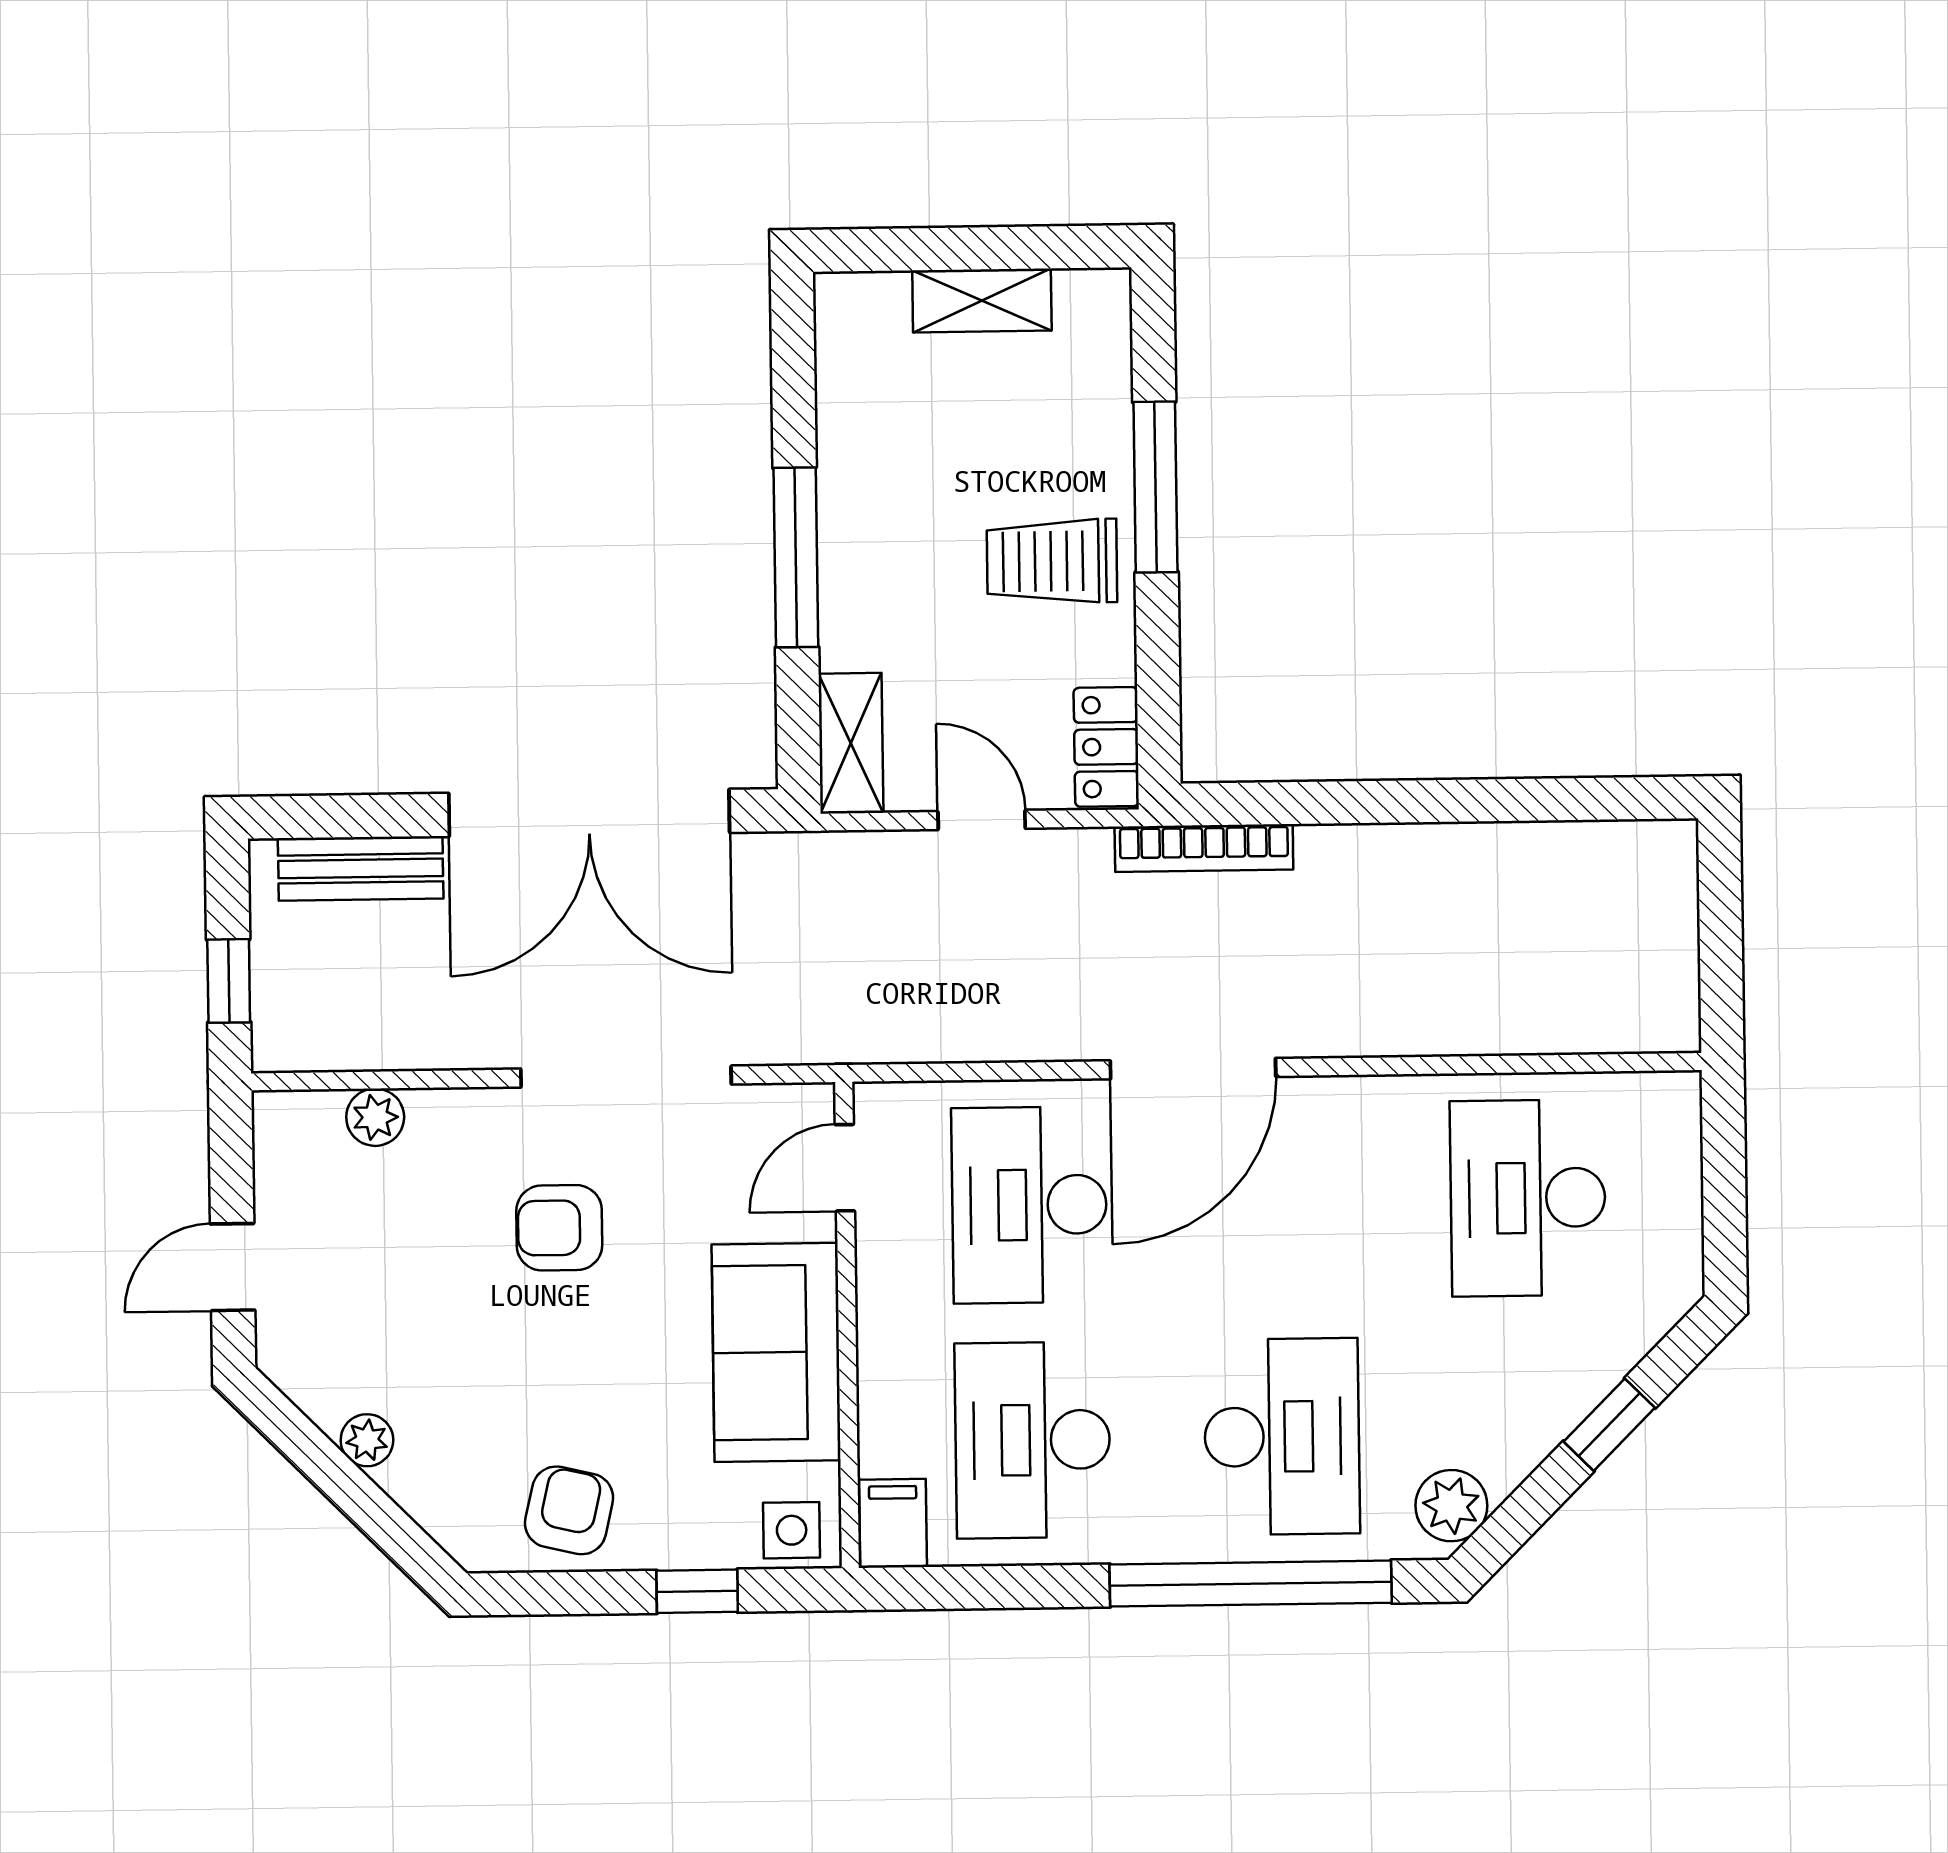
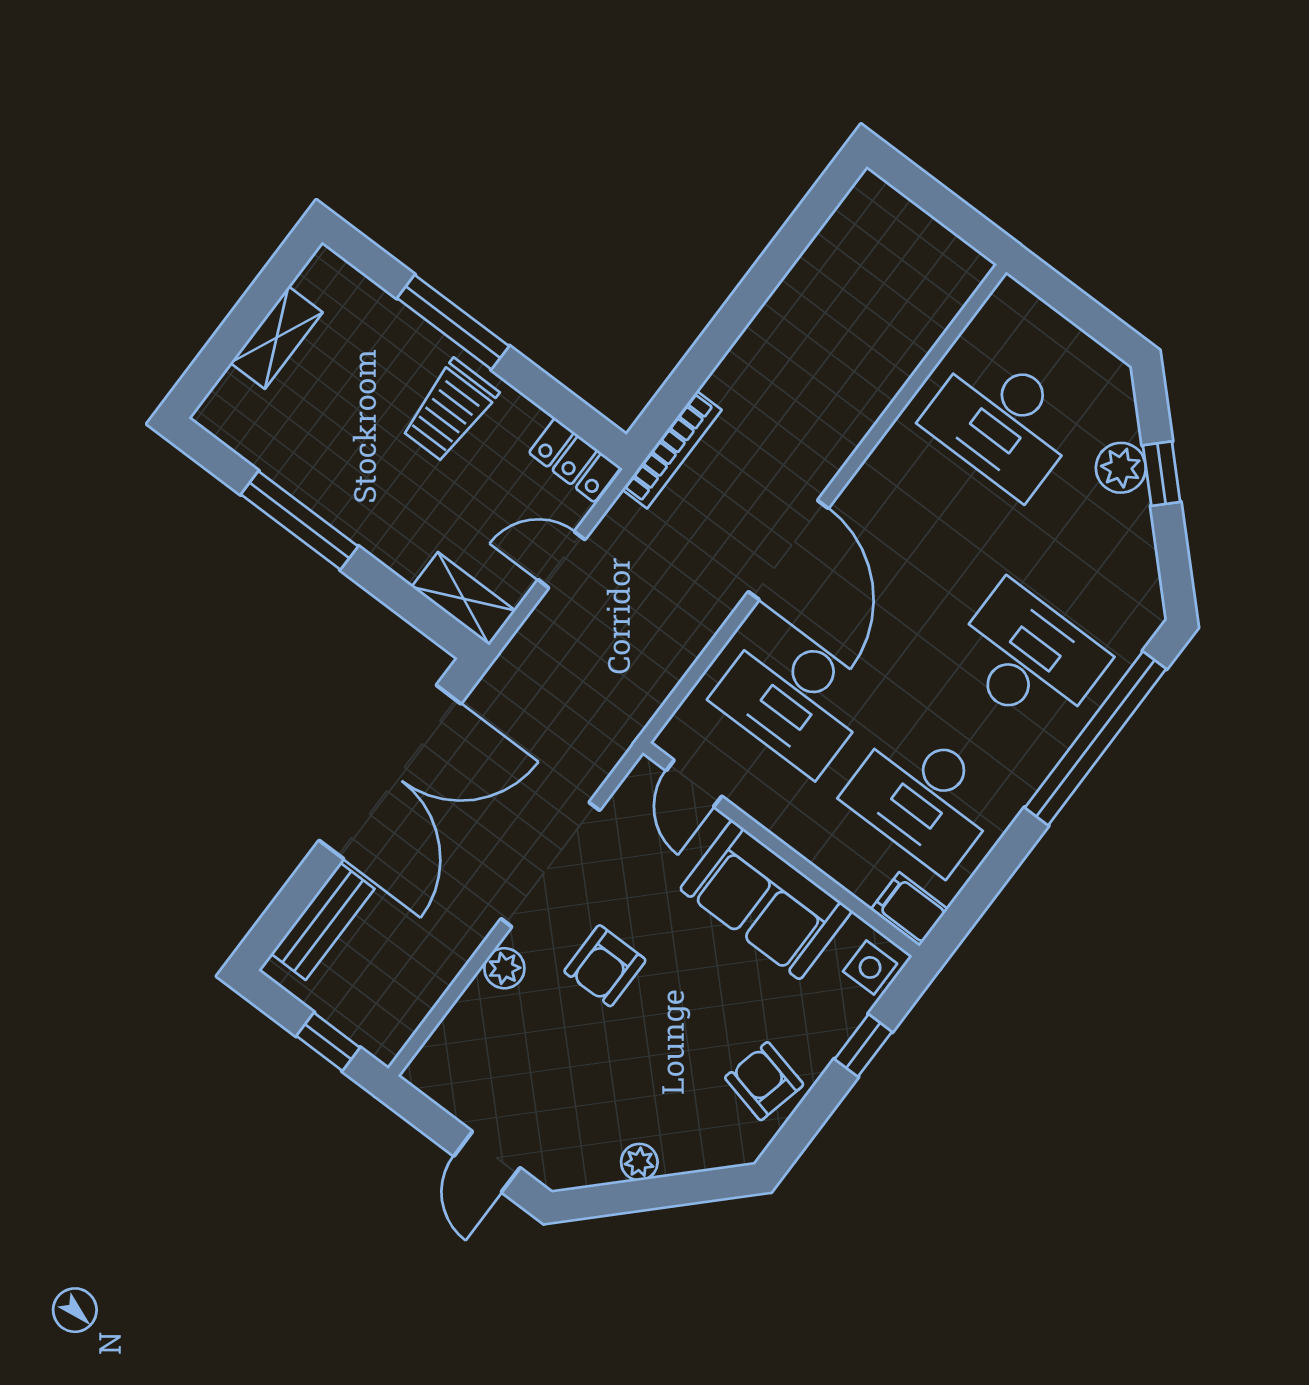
window: (796, 557) -> (299, 520), moved
plant: (375, 1117) -> (504, 968), moved
plant: (1451, 1506) -> (1121, 468), moved

